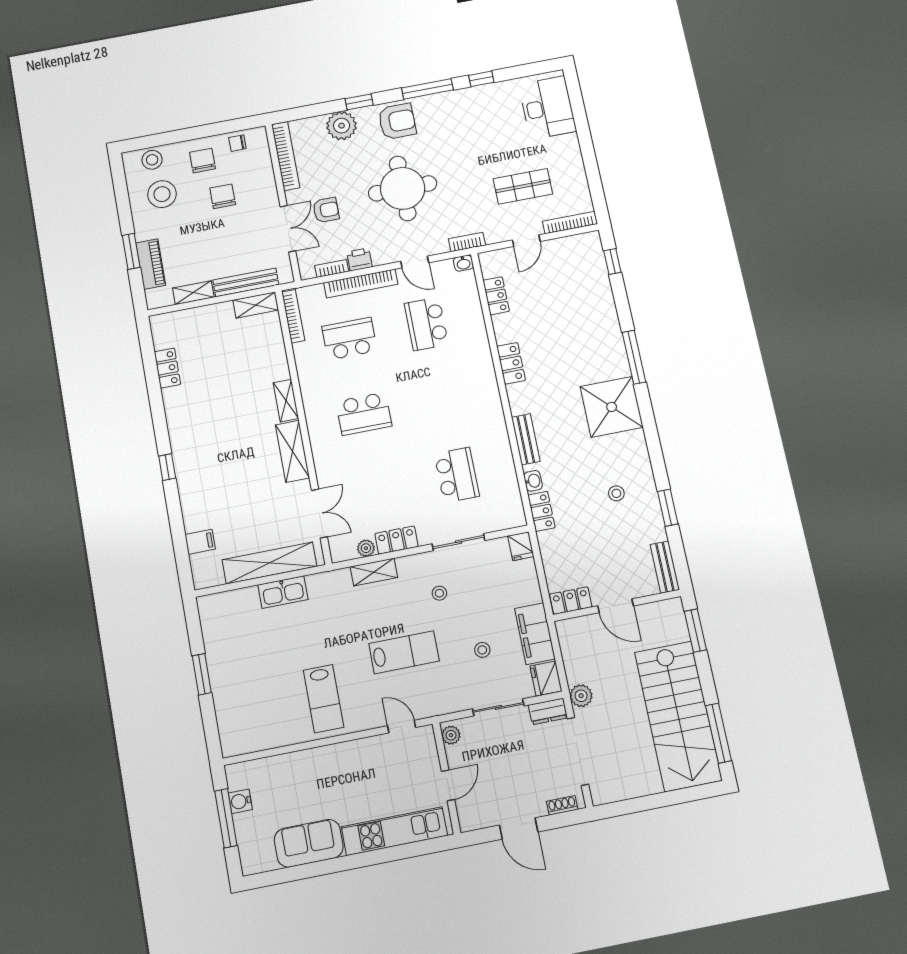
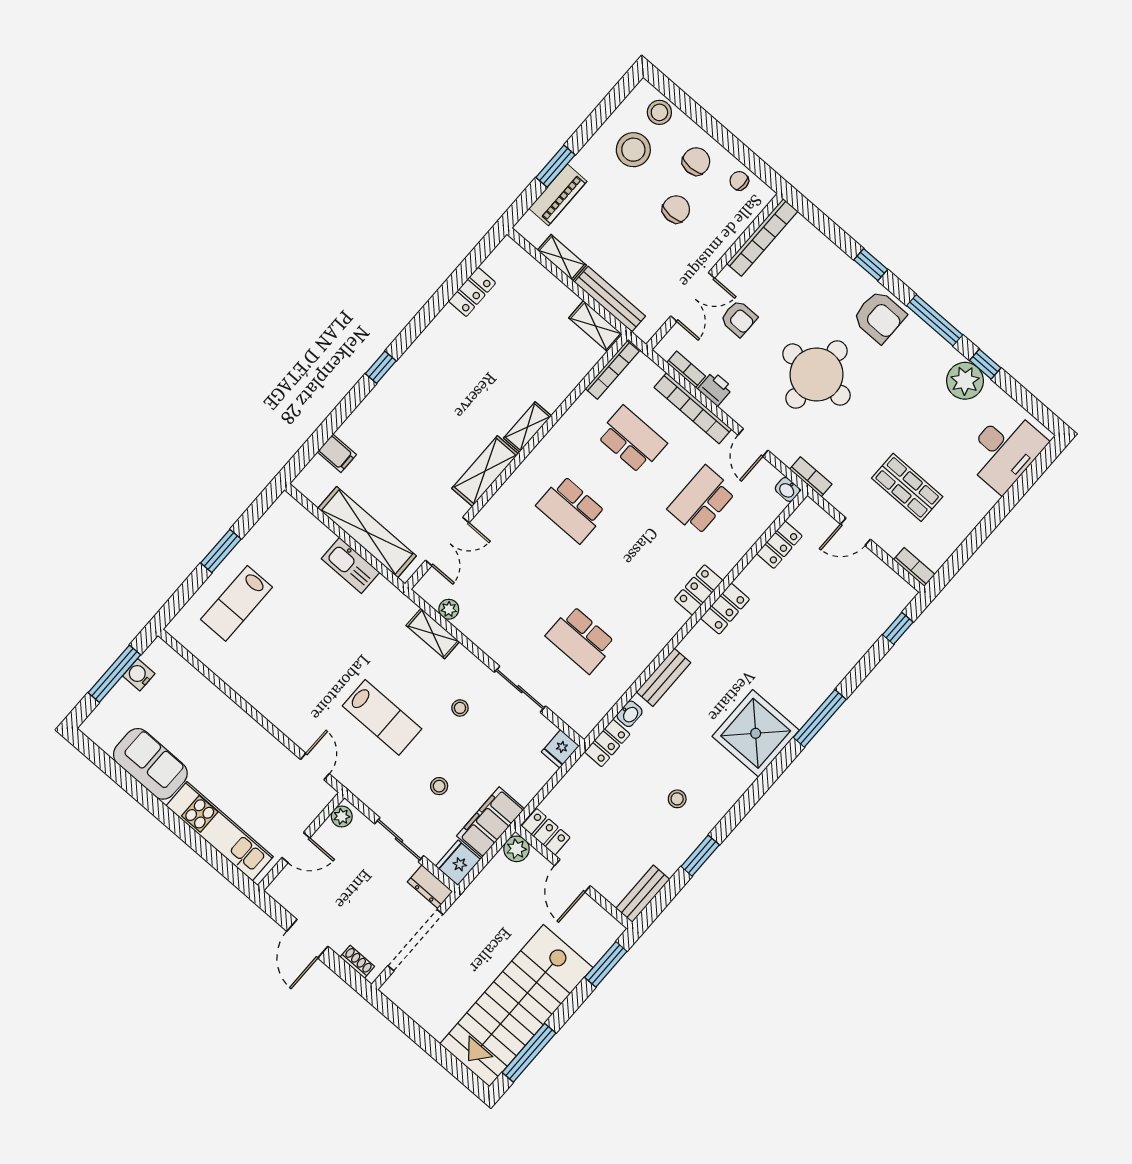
plant: (342, 126) -> (965, 381), moved
bookcase: (570, 223) -> (914, 567), width x0.64
school desk: (457, 475) -> (581, 640), turned 90
locker: (397, 540) -> (699, 590), moved, turned -90
plant: (581, 696) -> (517, 849), moved
lab bench: (324, 699) -> (237, 603), moved

